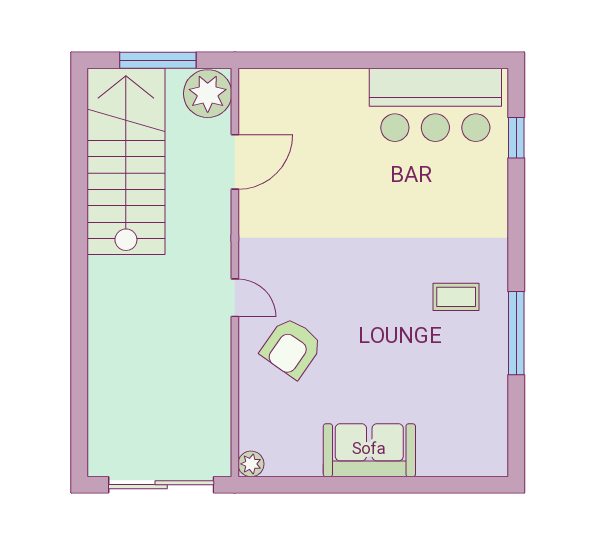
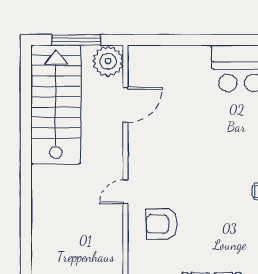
door: (235, 298) -> (125, 192), swing flipped
armchair: (292, 348) -> (162, 224), turned 55

